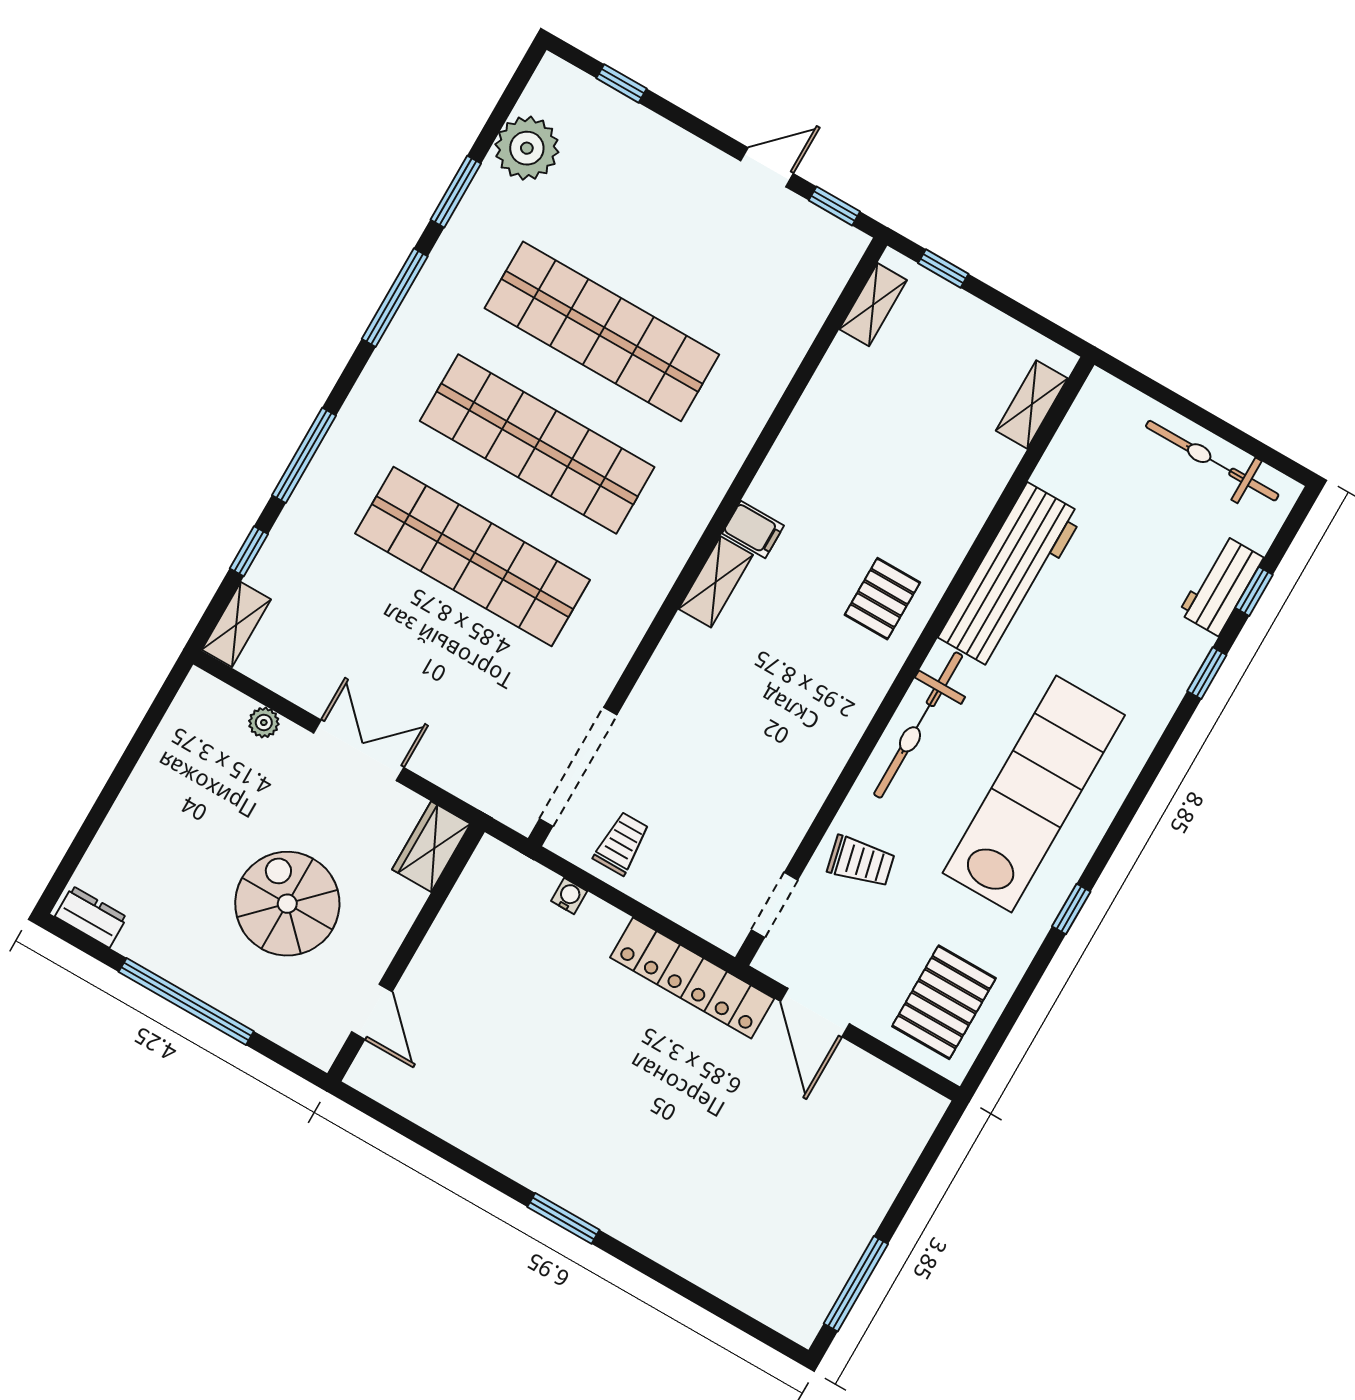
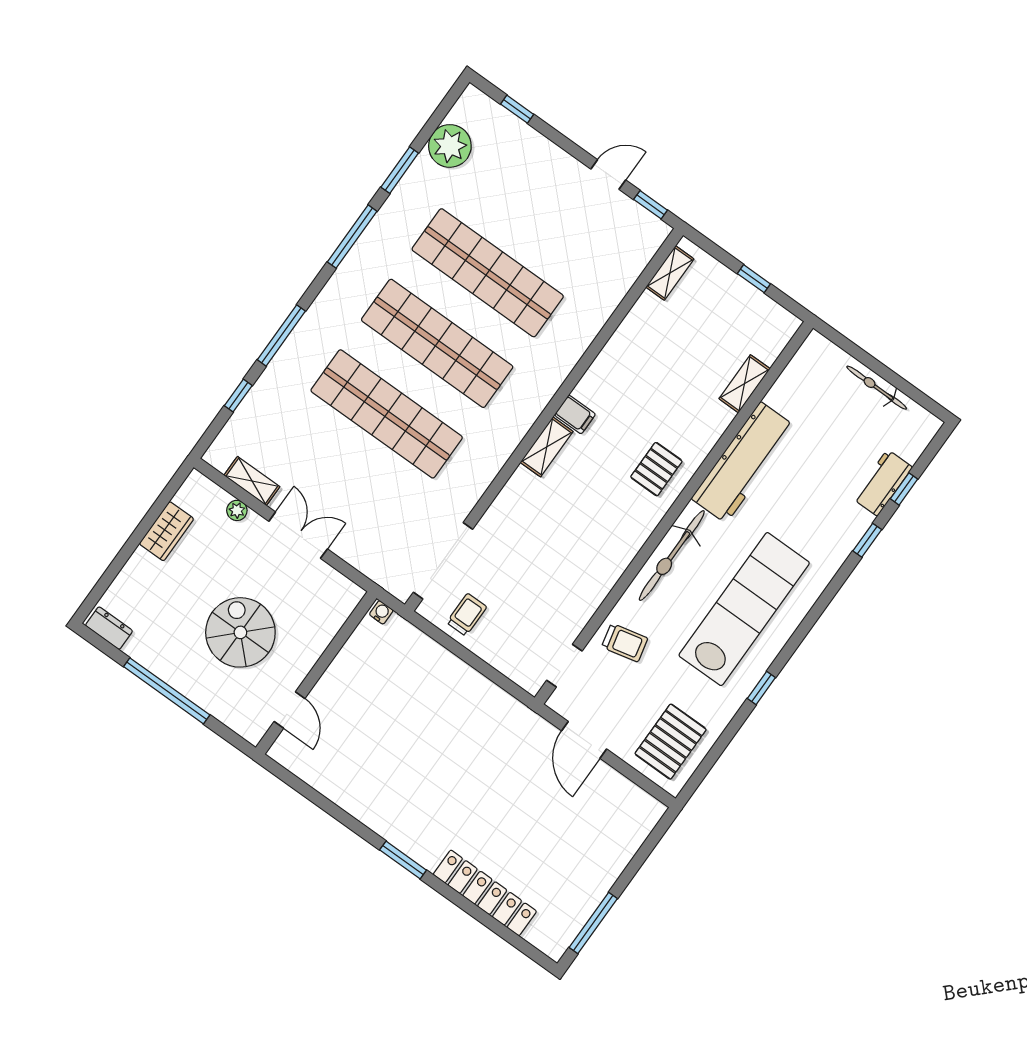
window: (943, 269) -> (754, 279), moved
shelving: (1032, 405) -> (745, 384), moved
bicycle: (1212, 461) -> (877, 388), width x0.73, depth x0.71
shelving: (236, 624) -> (252, 481), moved, turned 90
wardrobe: (431, 847) -> (167, 531), moved, turned 180
water cooler: (569, 896) -> (381, 612), moved
locker: (692, 978) -> (485, 893), moved, turned 180

